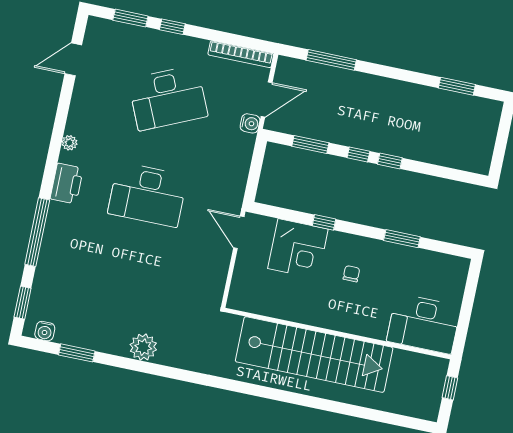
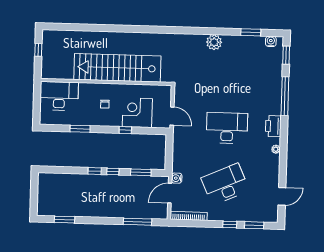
desk: (424, 324) -> (59, 96), moved
wall: (338, 333) -> (106, 82), moved
stairs: (314, 355) -> (117, 68), moved

